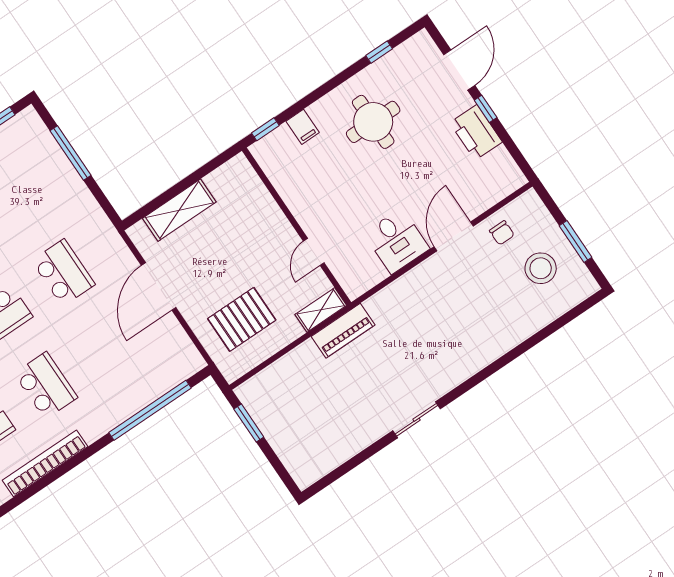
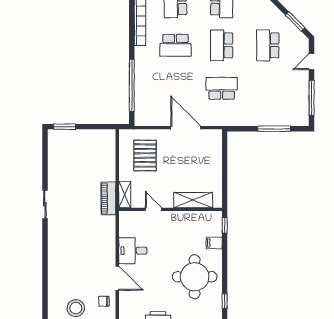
round table: (373, 122) -> (195, 277), width x1.36, depth x1.36
shelving: (179, 210) -> (193, 200), moved, turned 90
school desk: (63, 273) -> (222, 88), turned 180
window: (249, 423) -> (64, 127), moved

